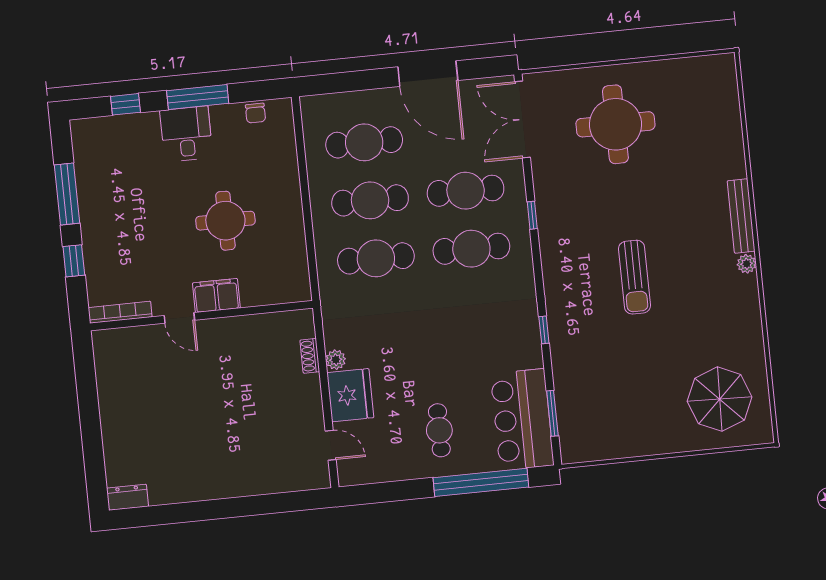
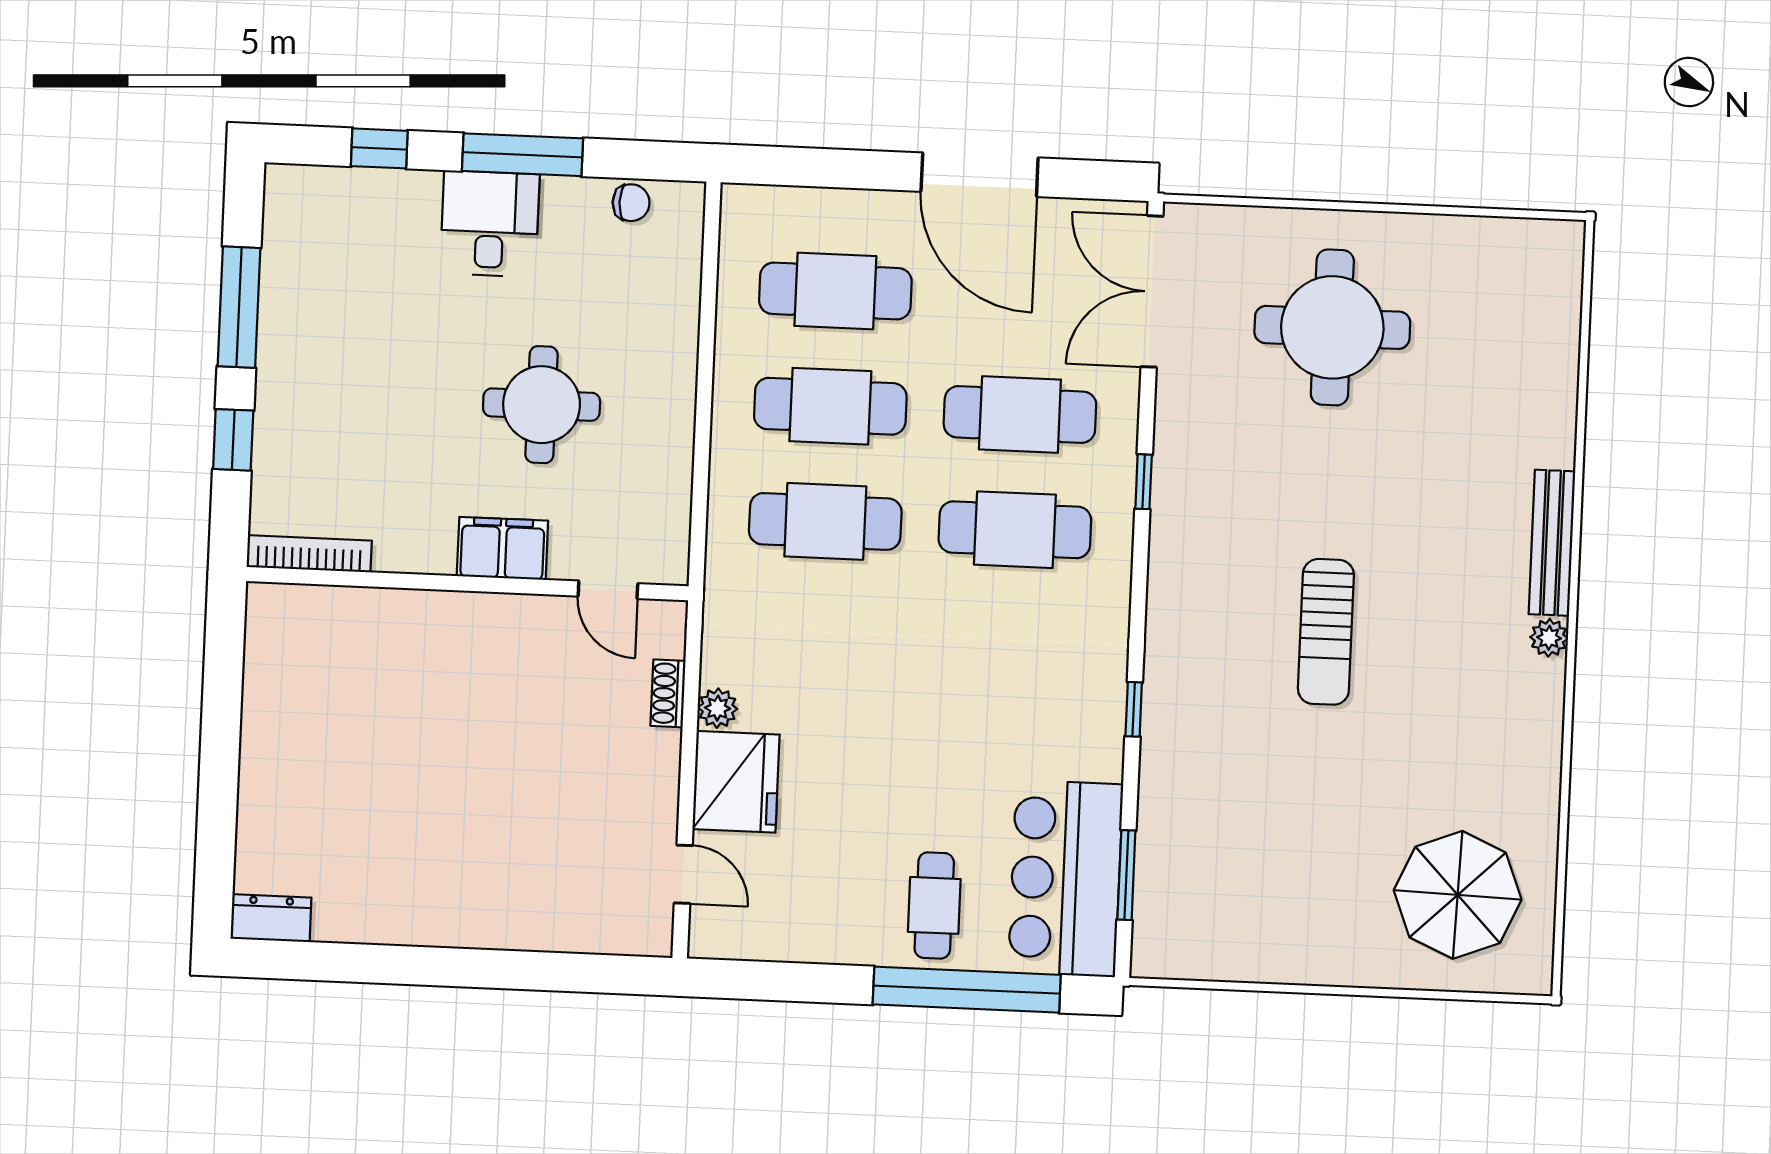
chair: (255, 113) -> (631, 203), turned -90
door: (179, 318) -> (608, 590), moved
cafe table: (439, 430) -> (934, 905), moved

